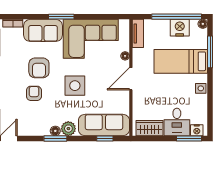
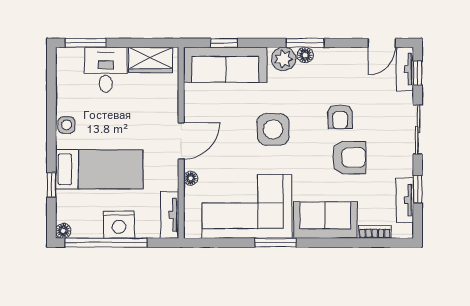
window: (61, 17) -> (276, 243), moved
nightstand: (180, 28) -> (119, 225), moved
window: (210, 52) -> (51, 185), width x0.46
armchair: (39, 68) -> (349, 157), moved, turned 90
nightstand: (197, 130) -> (73, 56), removed

